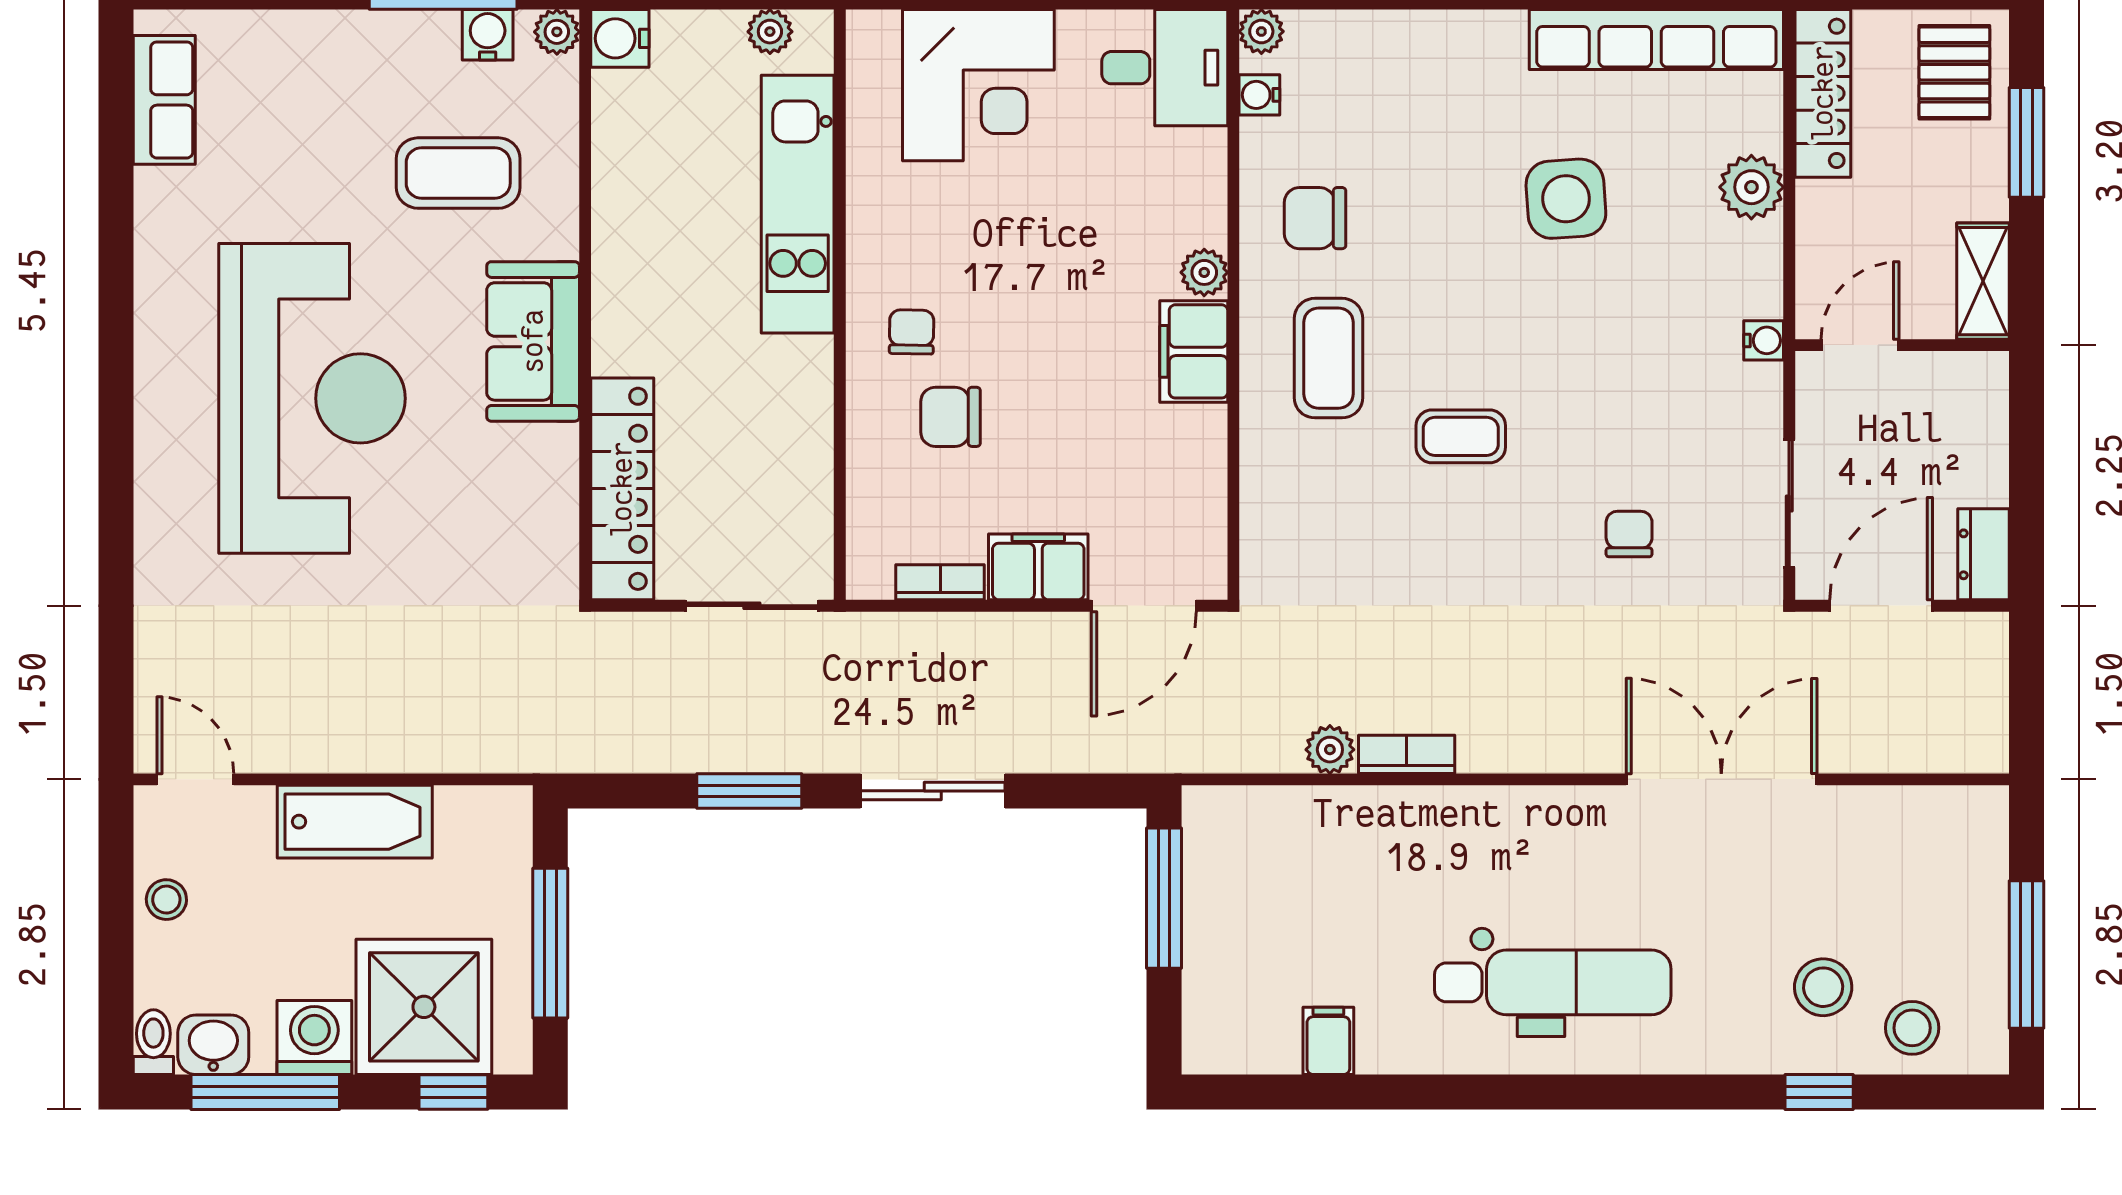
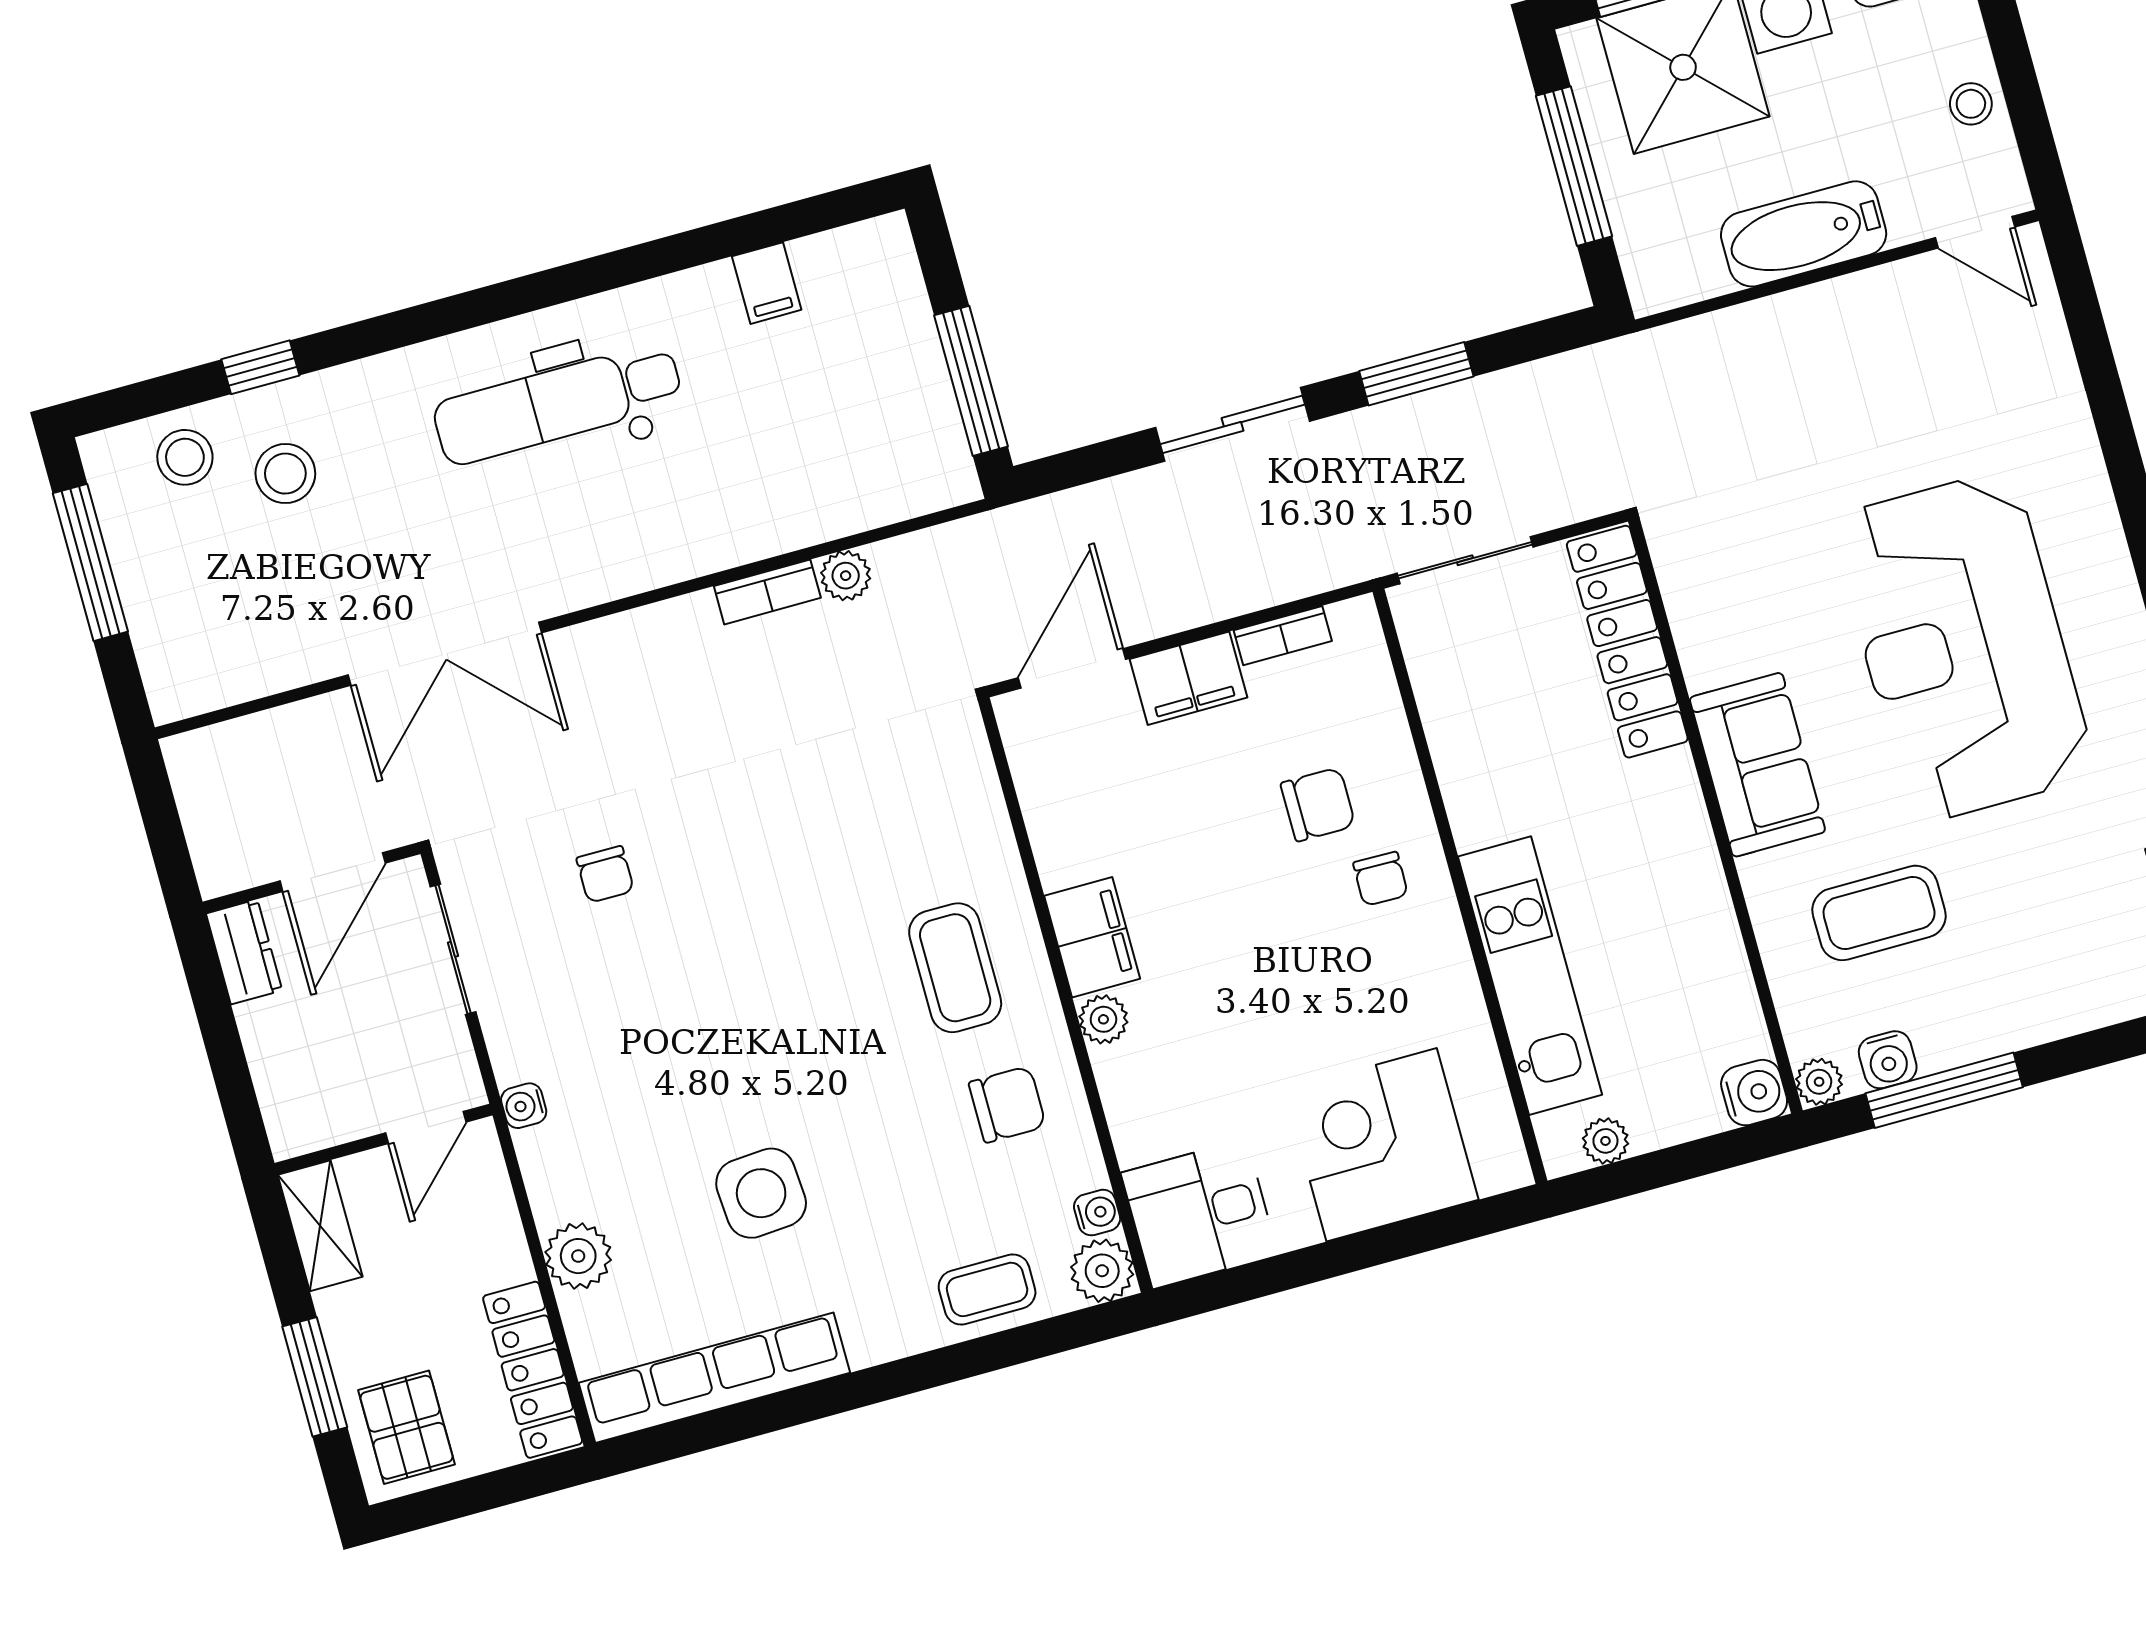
plant: (1261, 31) -> (1102, 1271), width x1.38, depth x1.38
coffee table: (1461, 436) -> (987, 1289), moved

